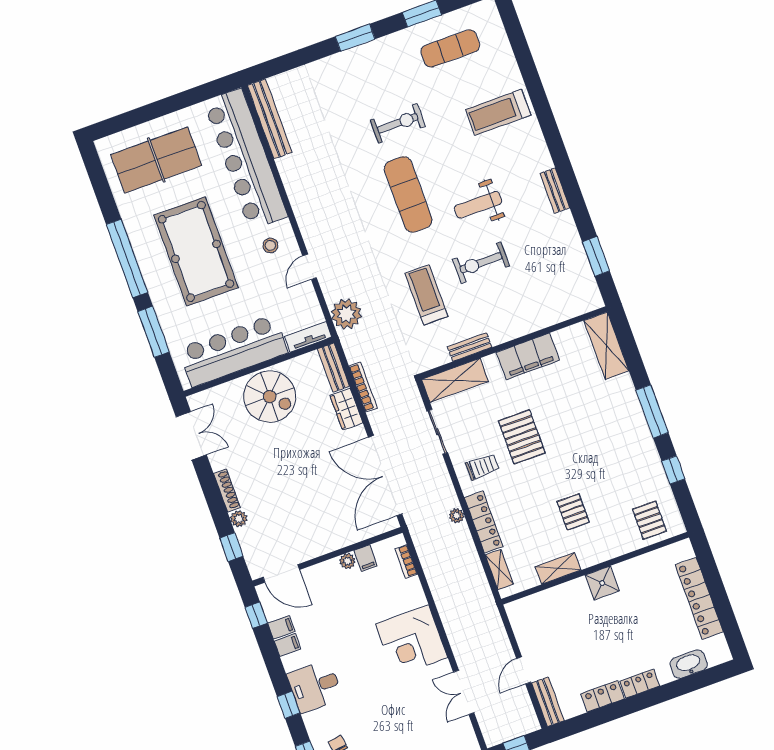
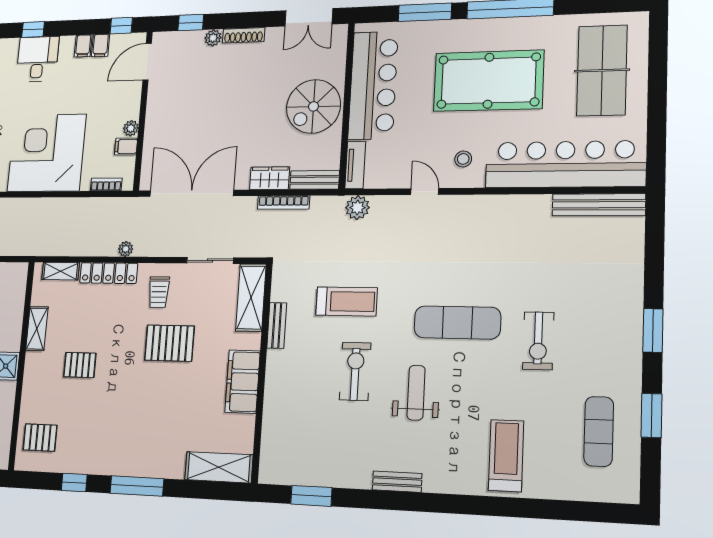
plant: (346, 314) -> (357, 208), width x0.73, depth x0.73
corner desk: (412, 641) -> (47, 153), width x1.36, depth x1.36

